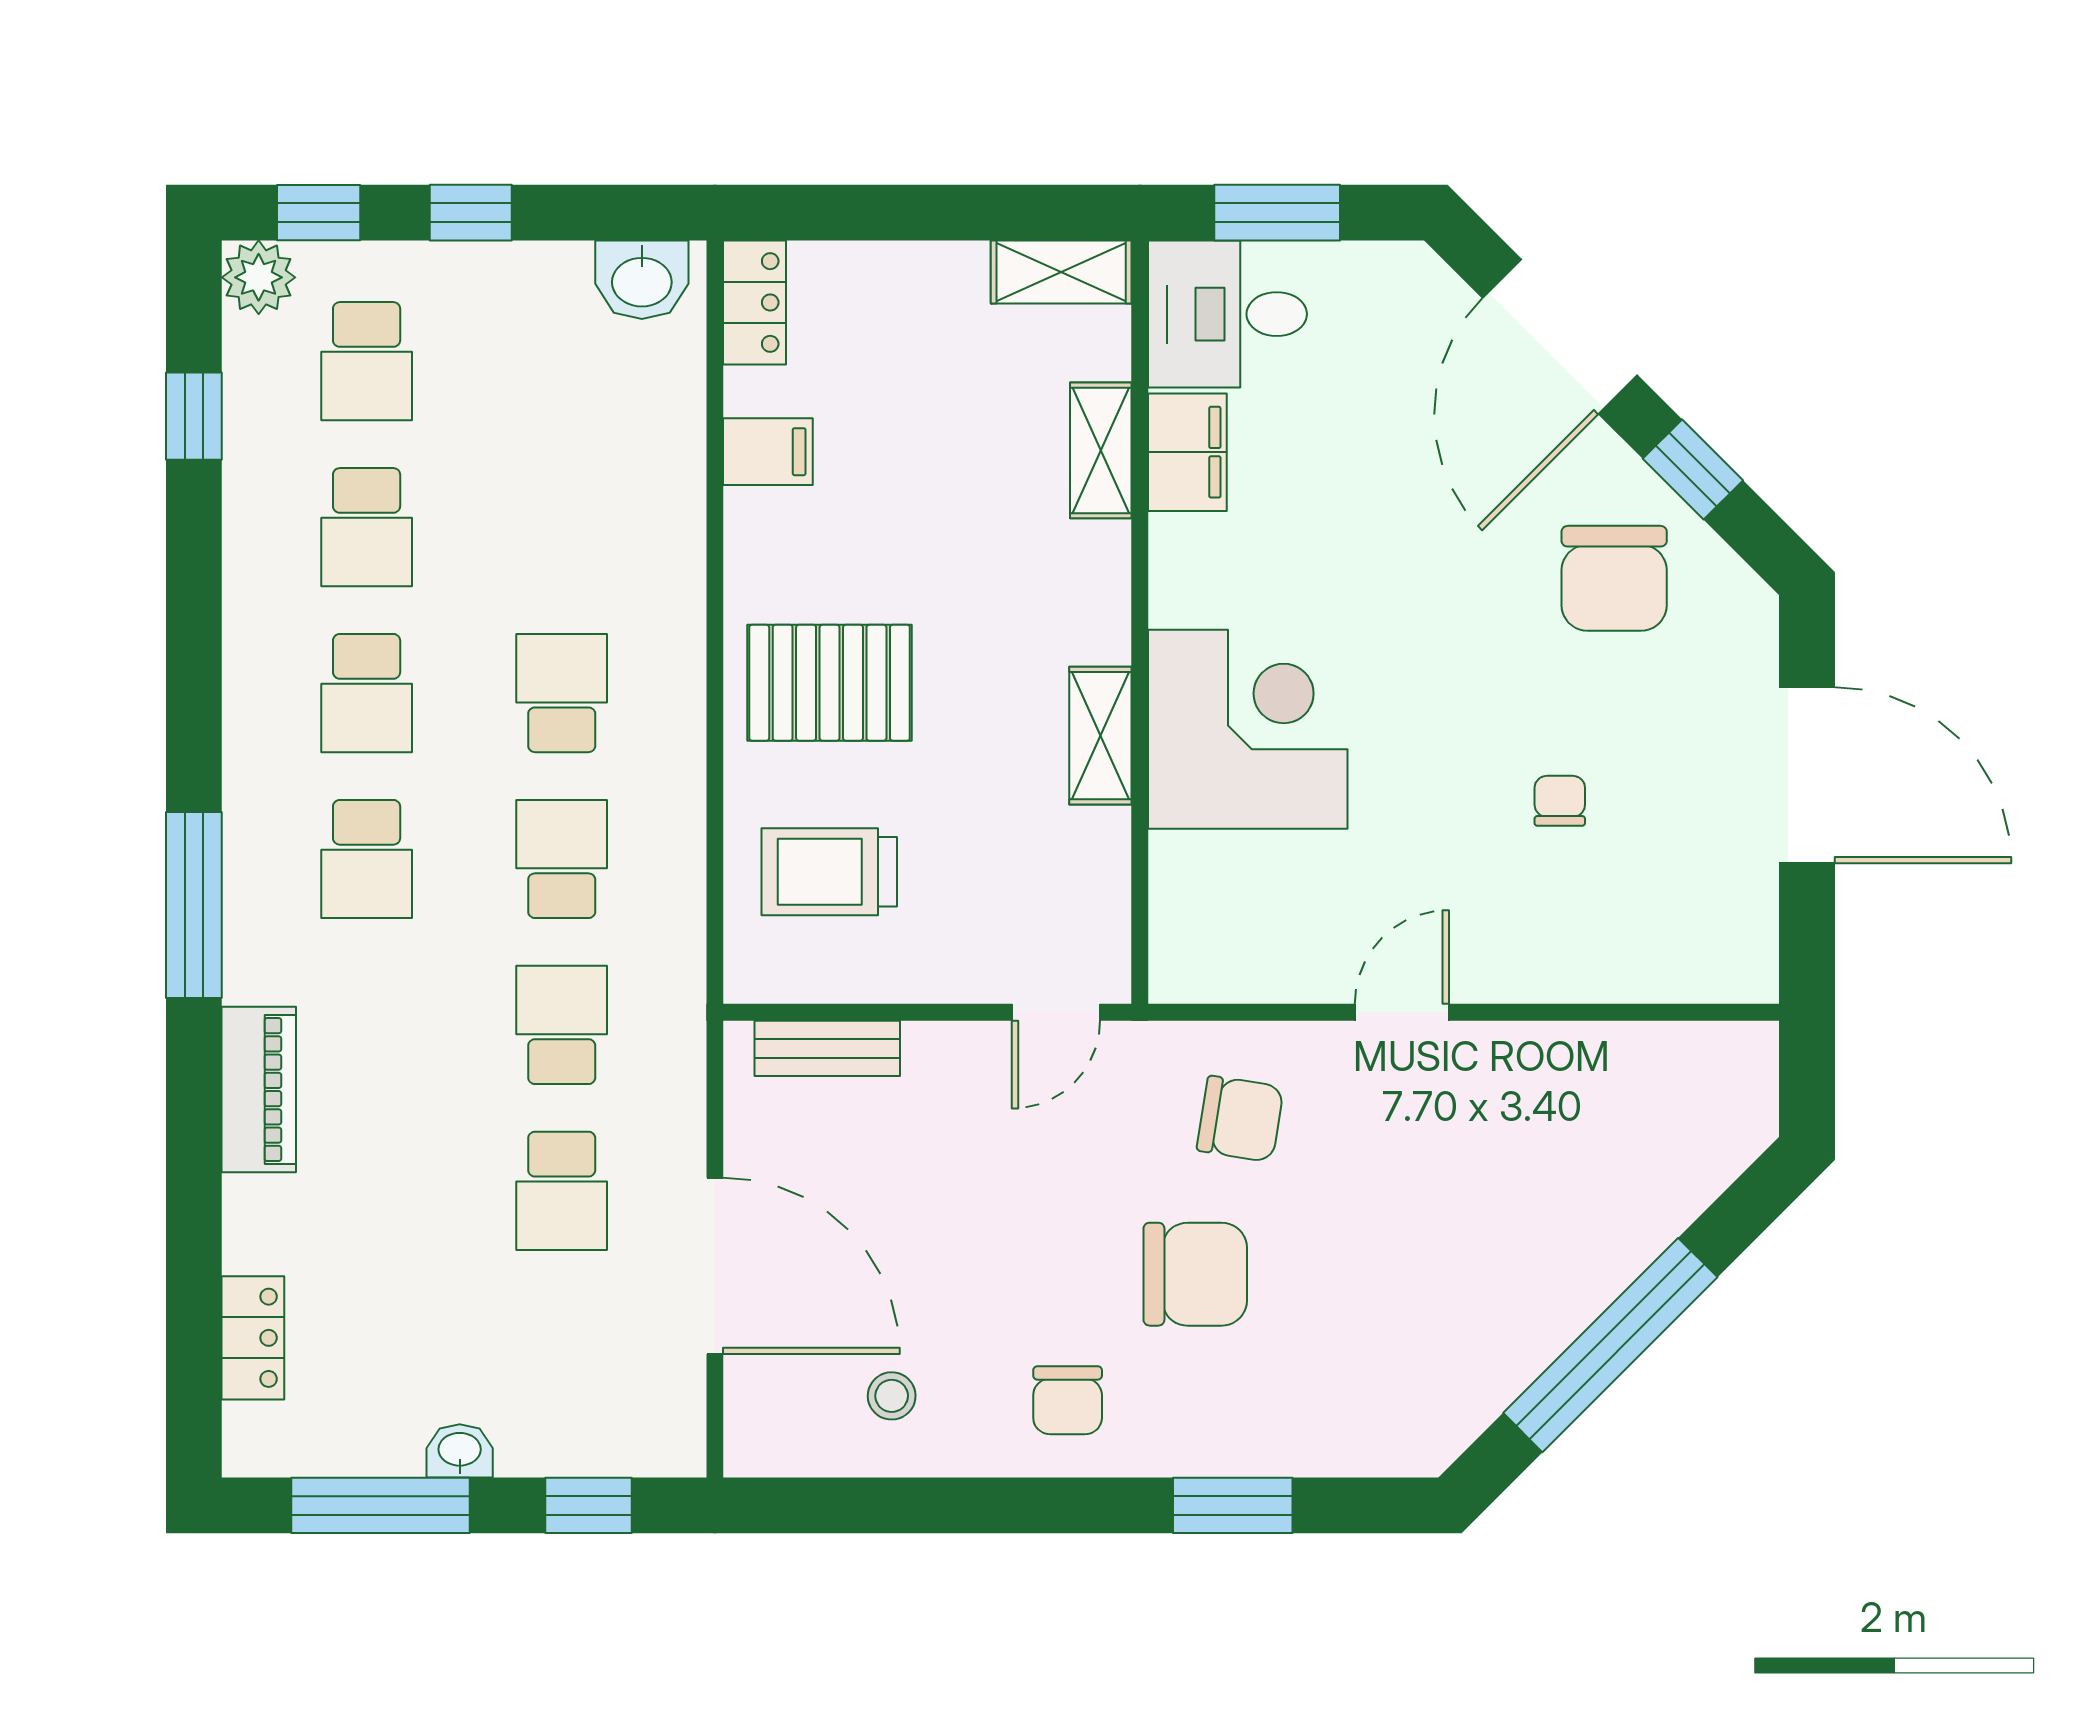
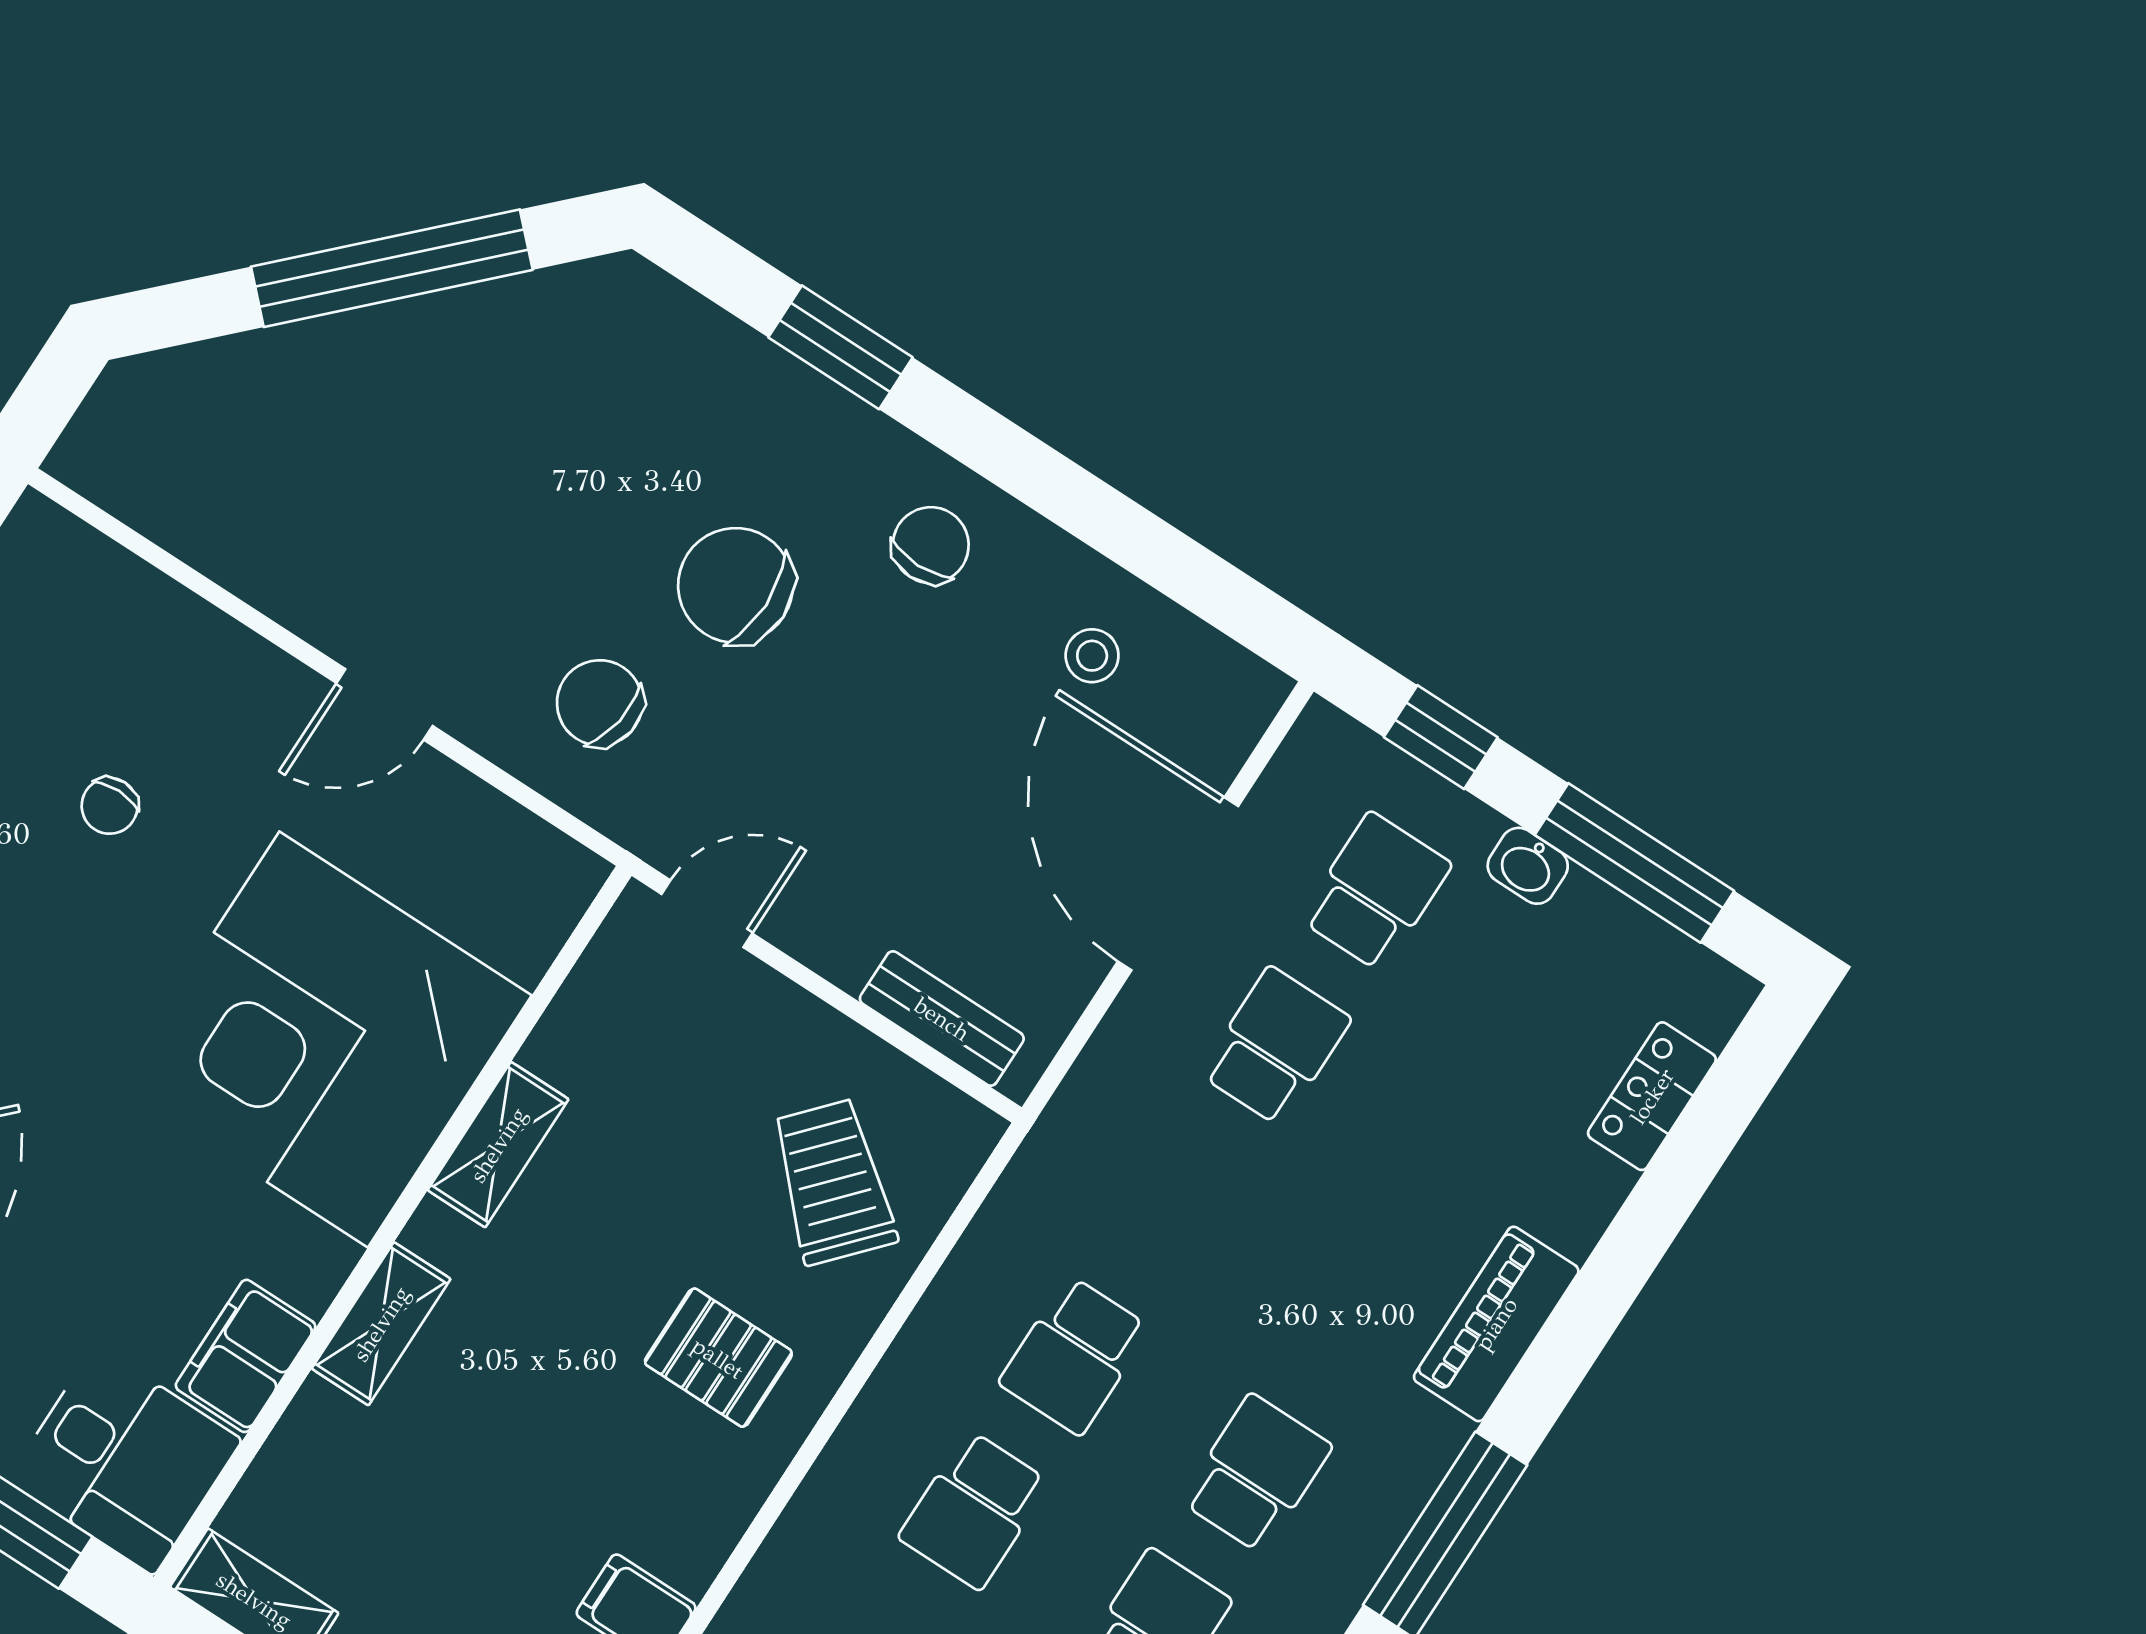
shelving: (1101, 450) -> (381, 1324), moved
pallet: (830, 683) -> (718, 1358), width x0.67, depth x0.71
corner desk: (1248, 729) -> (324, 1040), width x1.36, depth x1.36
trolley: (829, 872) -> (833, 1182), turned -138
school desk: (562, 1025) -> (1376, 892), moved, turned 180

